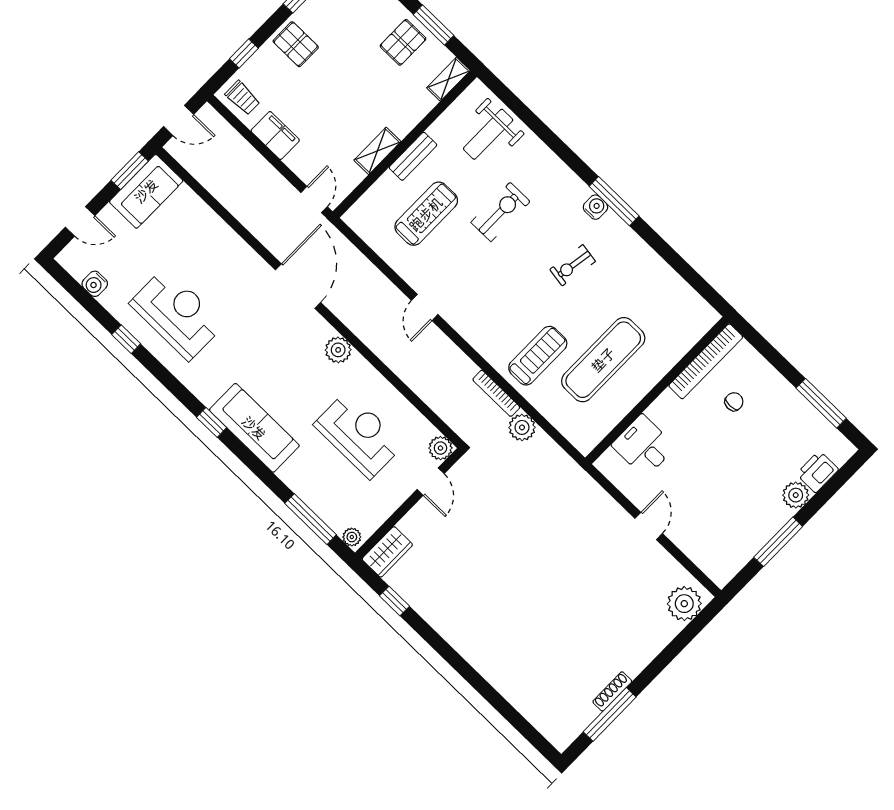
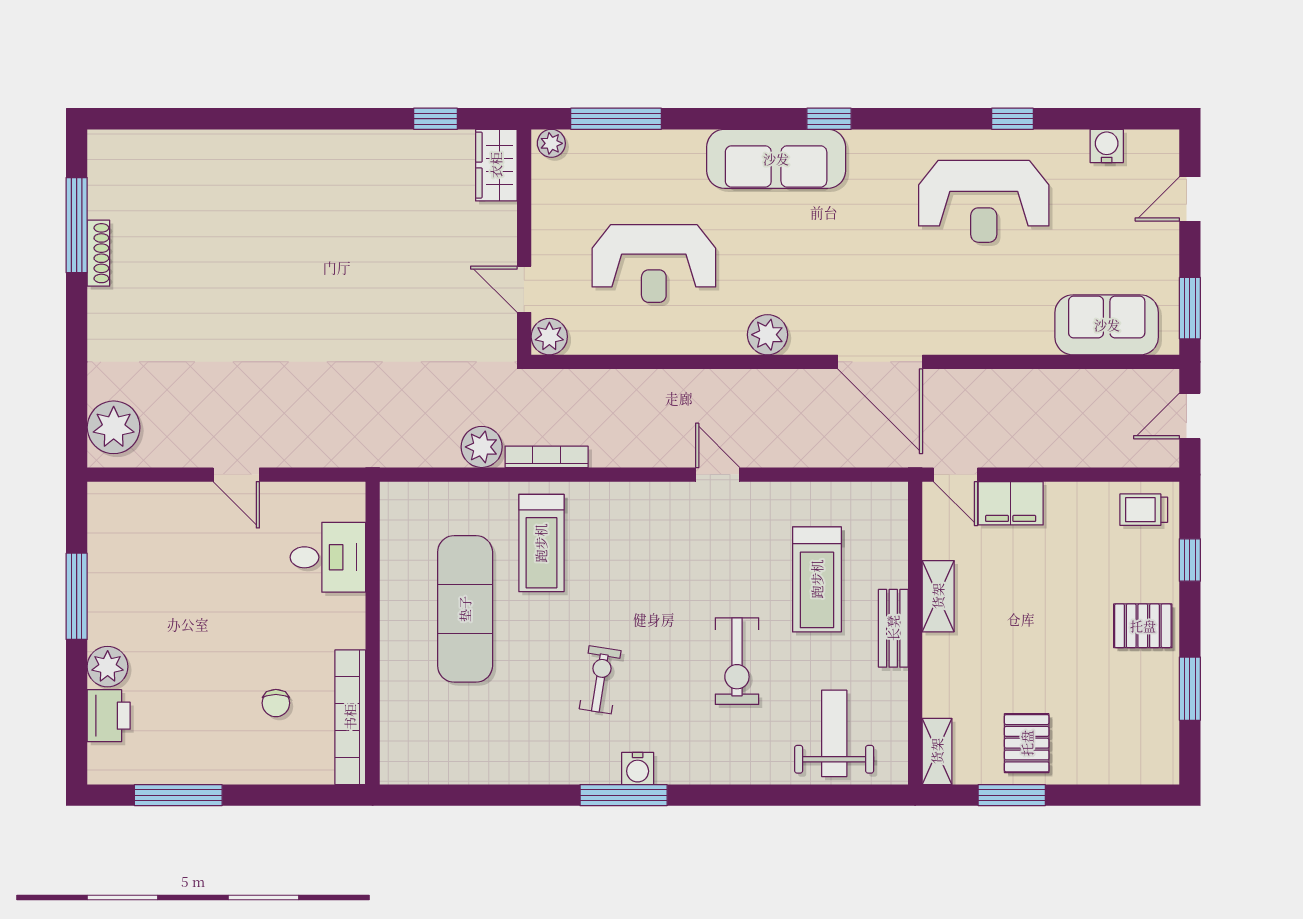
filing cabinet: (275, 135) -> (1011, 503), moved
sofa: (146, 191) -> (1107, 325), moved, turned 90

